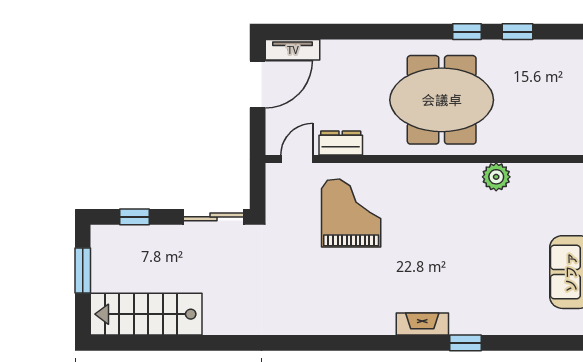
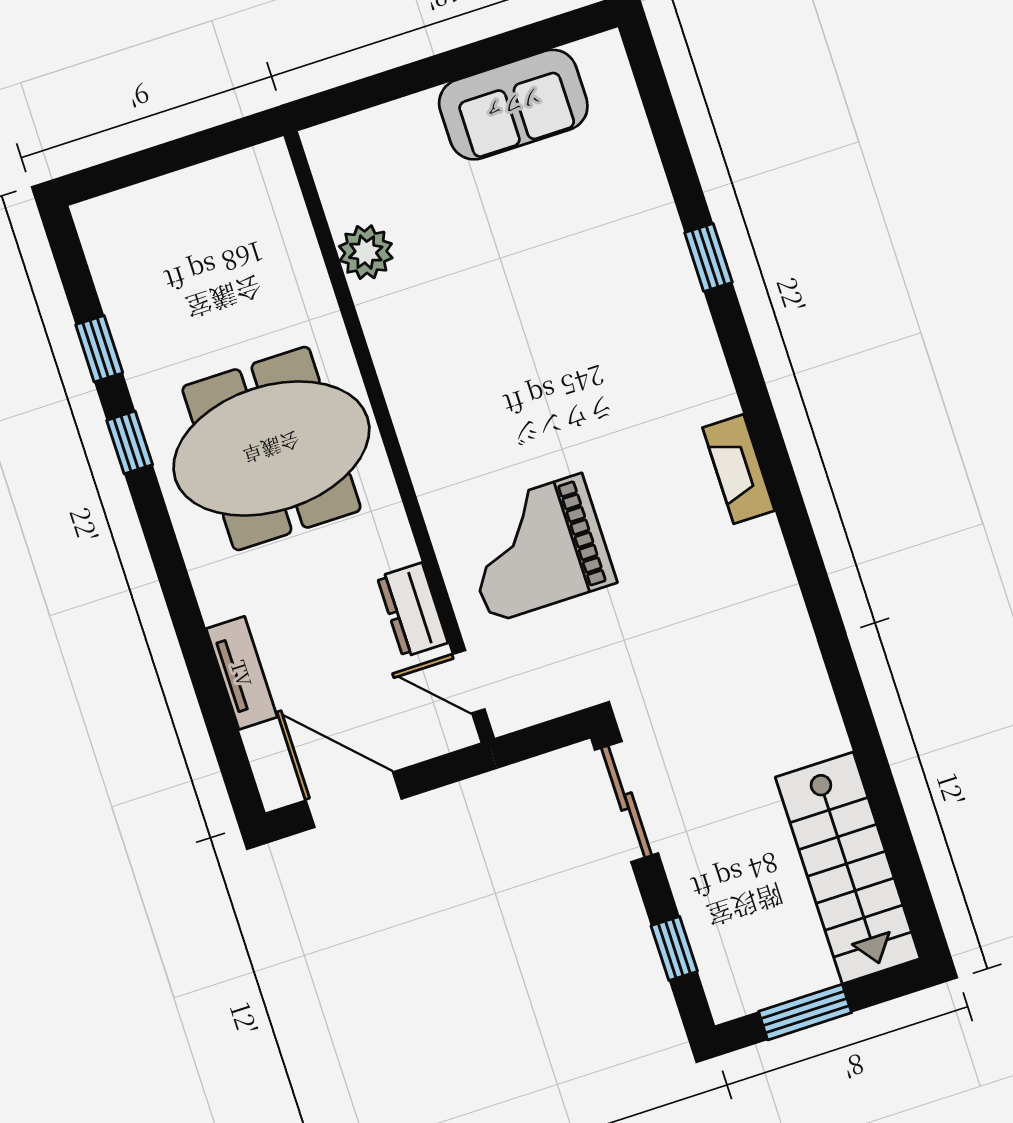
tv unit: (293, 50) -> (242, 673), moved
meeting table: (442, 100) -> (271, 448), turned 90
plant: (496, 177) -> (366, 252), moved
fireplace: (422, 324) -> (739, 469), moved

